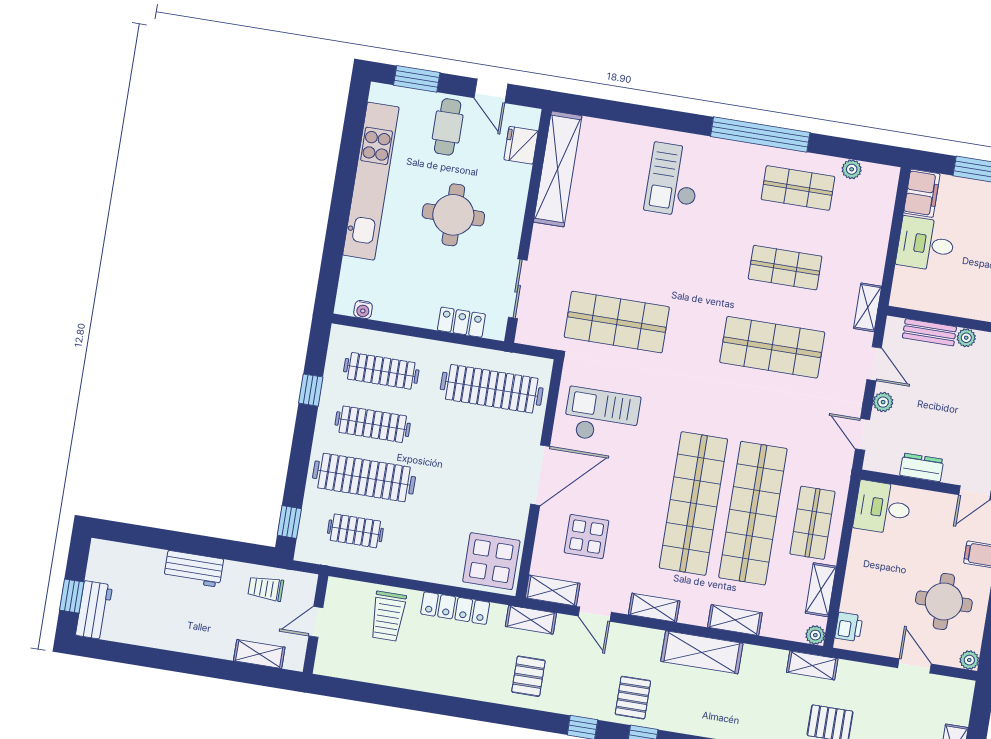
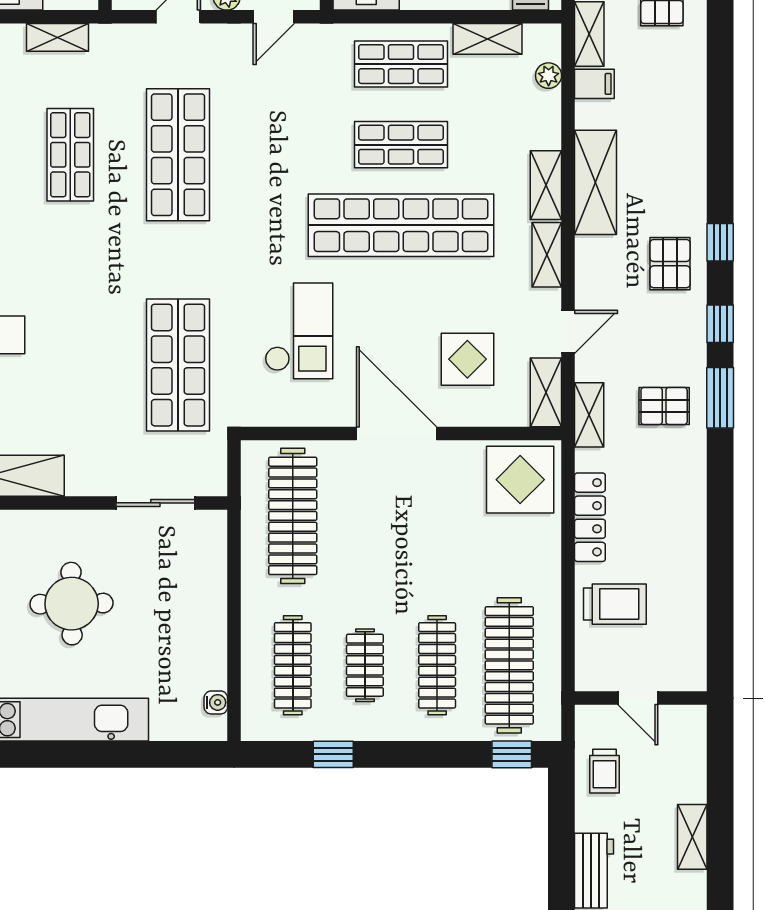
shelving: (868, 307) -> (57, 37), moved
locker: (461, 322) -> (211, 570), removed
checkout: (602, 416) -> (299, 331), moved, turned 180
clothes rail: (373, 424) -> (365, 665), width x0.73
clothes rail: (364, 477) -> (437, 665), width x0.73, depth x0.76
shop shelf: (753, 513) -> (401, 145), width x0.50, depth x0.74
clothes rail: (355, 531) -> (509, 665), width x1.86, depth x1.31
shelving: (735, 620) -> (546, 185), moved
plant: (815, 635) -> (549, 76), moved
shelving: (259, 654) -> (692, 837), moved
filing cabinet: (775, 663) -> (594, 84), added
pallet: (633, 698) -> (670, 264), turned 90
window: (528, 719) -> (720, 398), added

